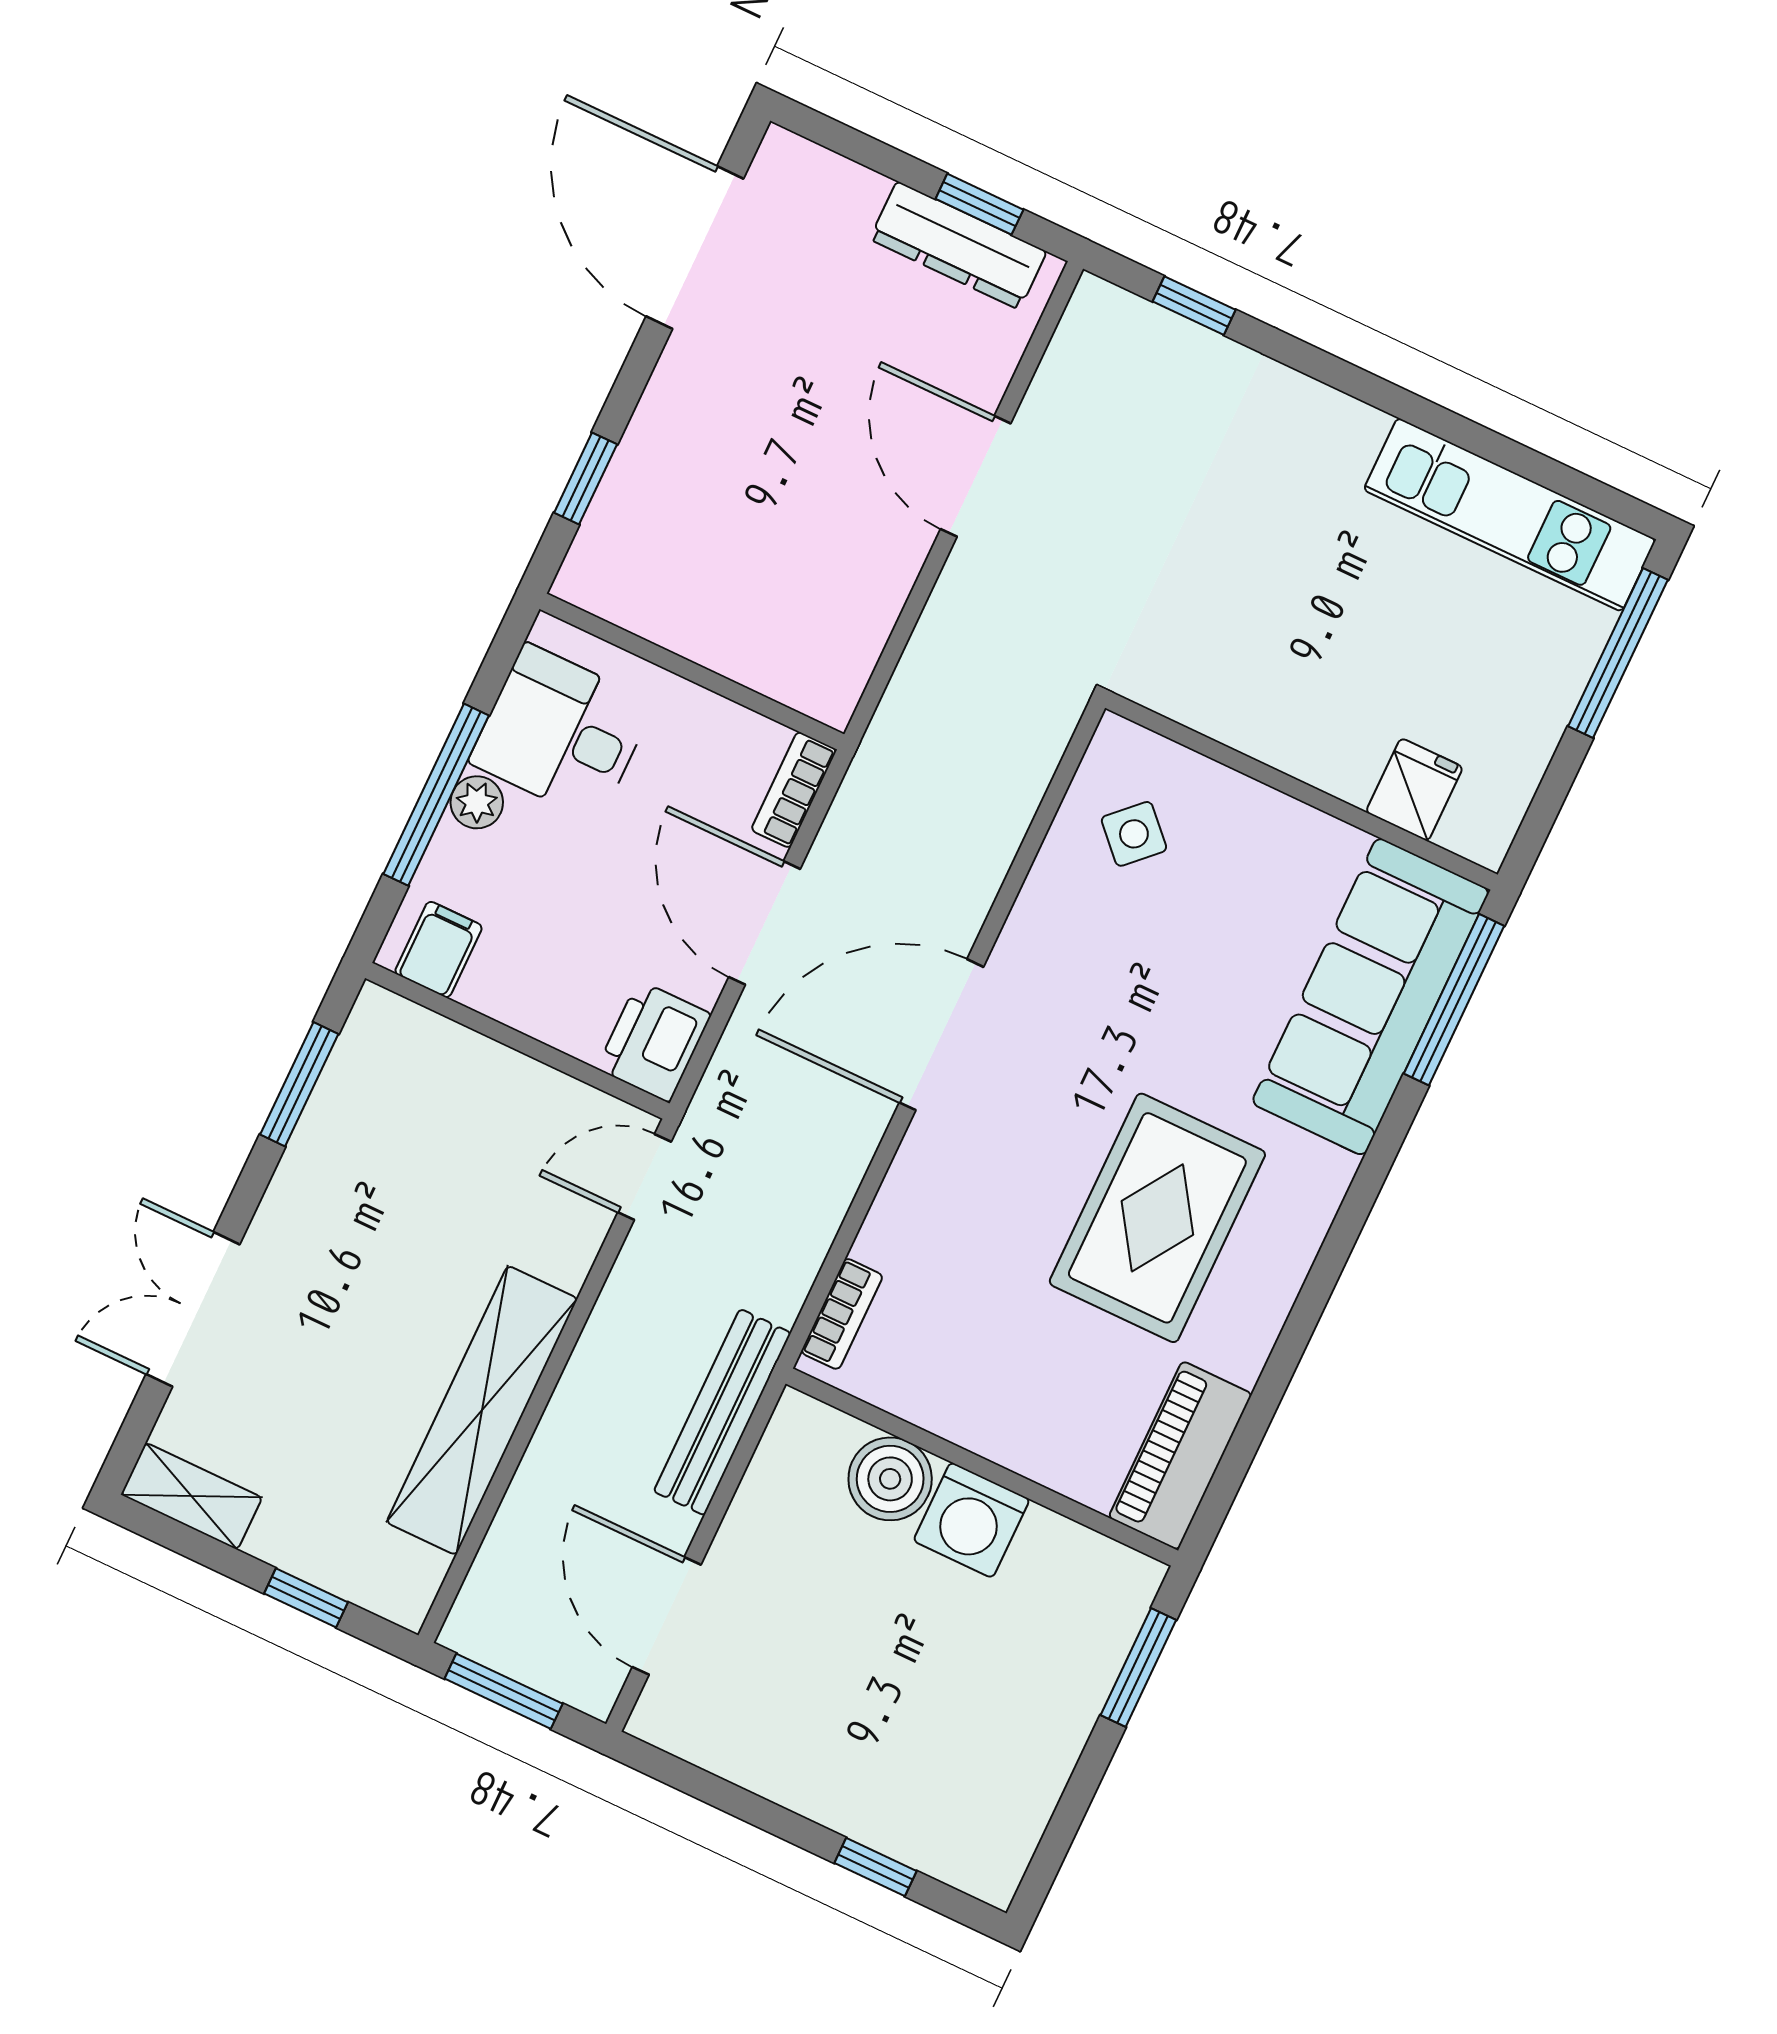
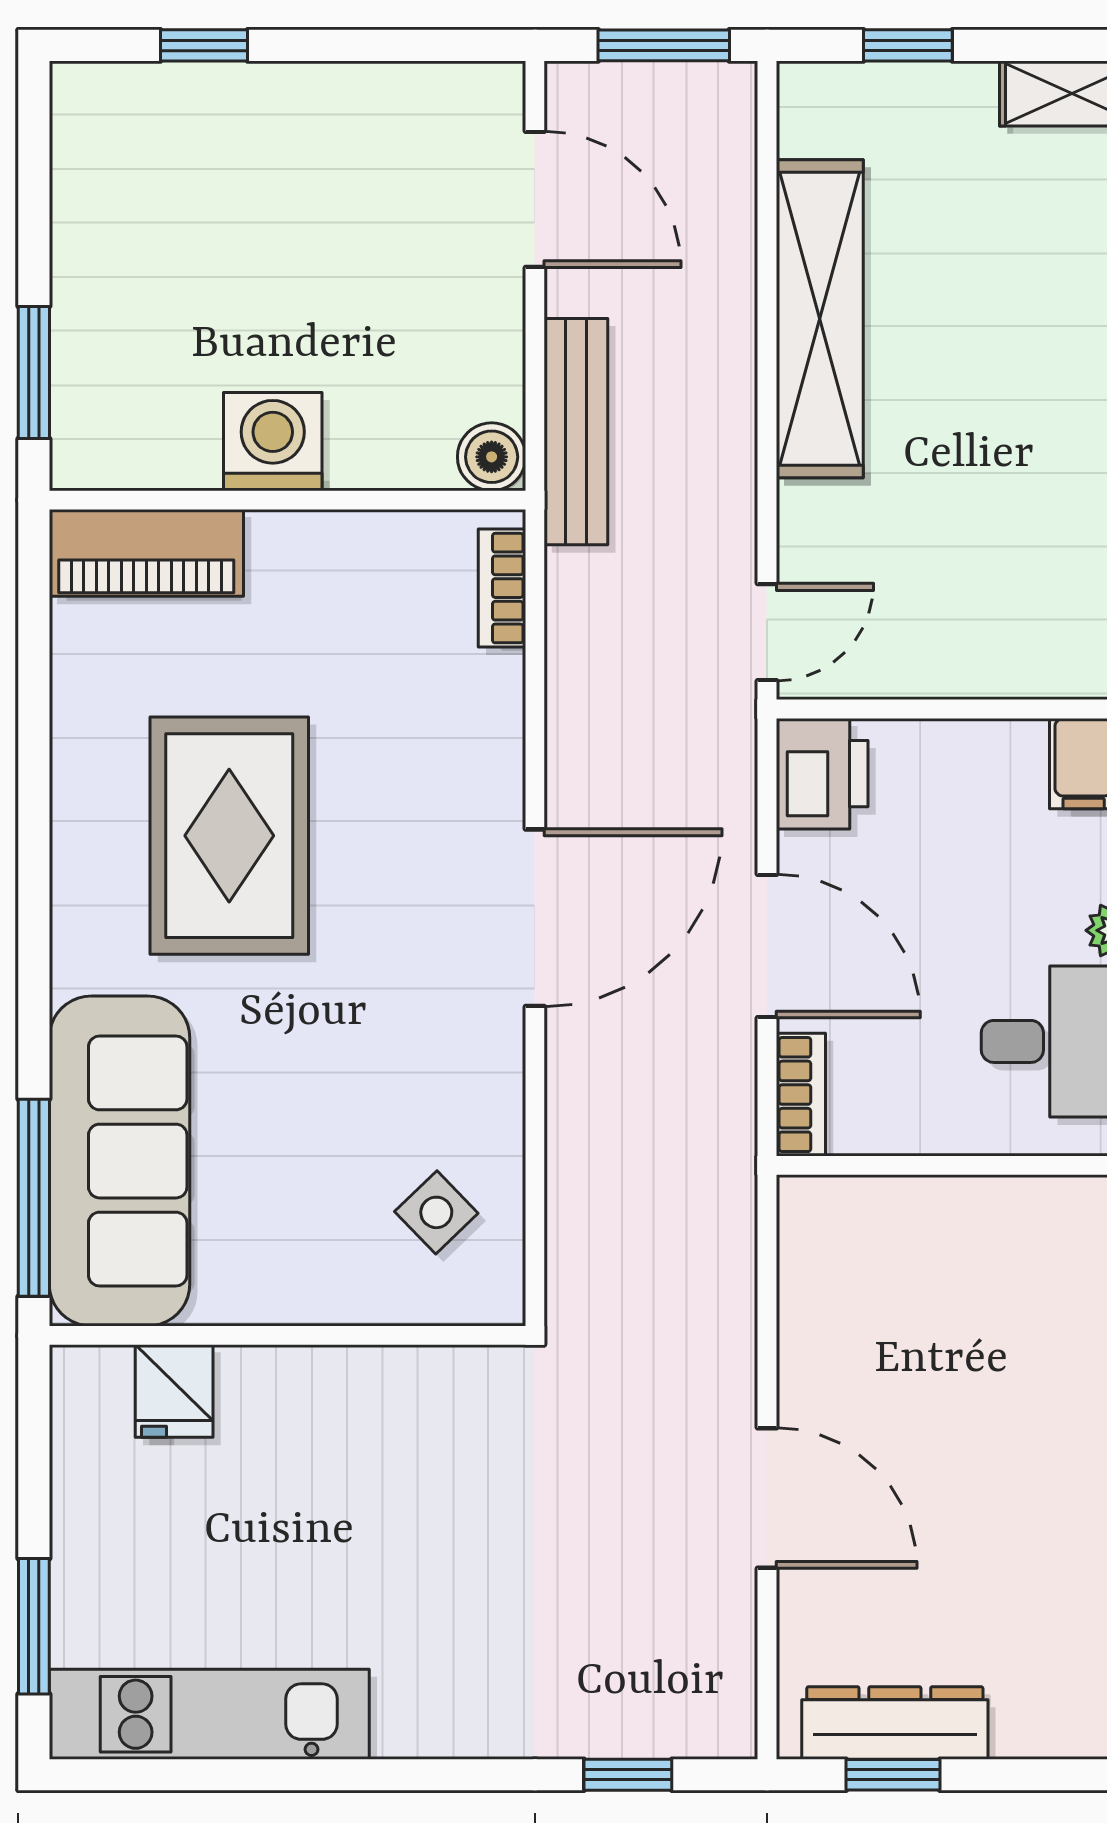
window: (1618, 653) -> (34, 1626), width x0.69
piano: (1180, 1456) -> (146, 553), moved, turned 90
boiler: (890, 1479) -> (492, 457), moved, width x0.73, depth x0.73

